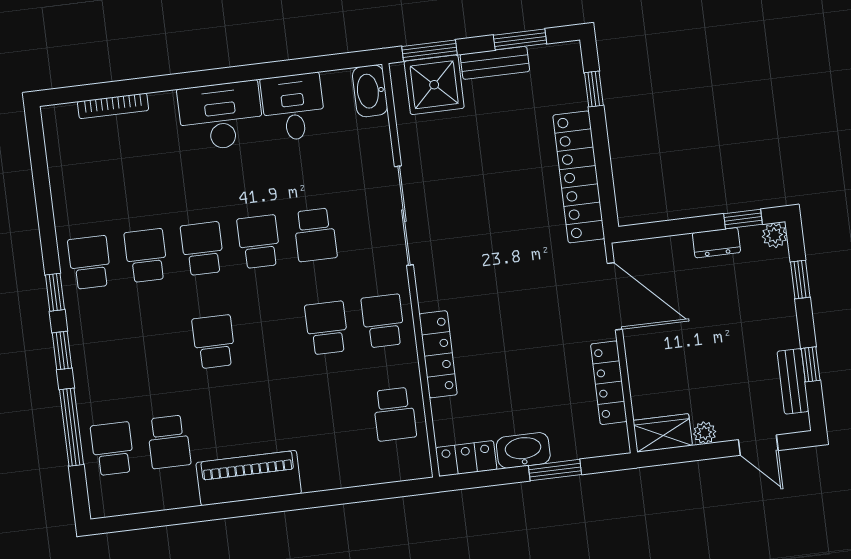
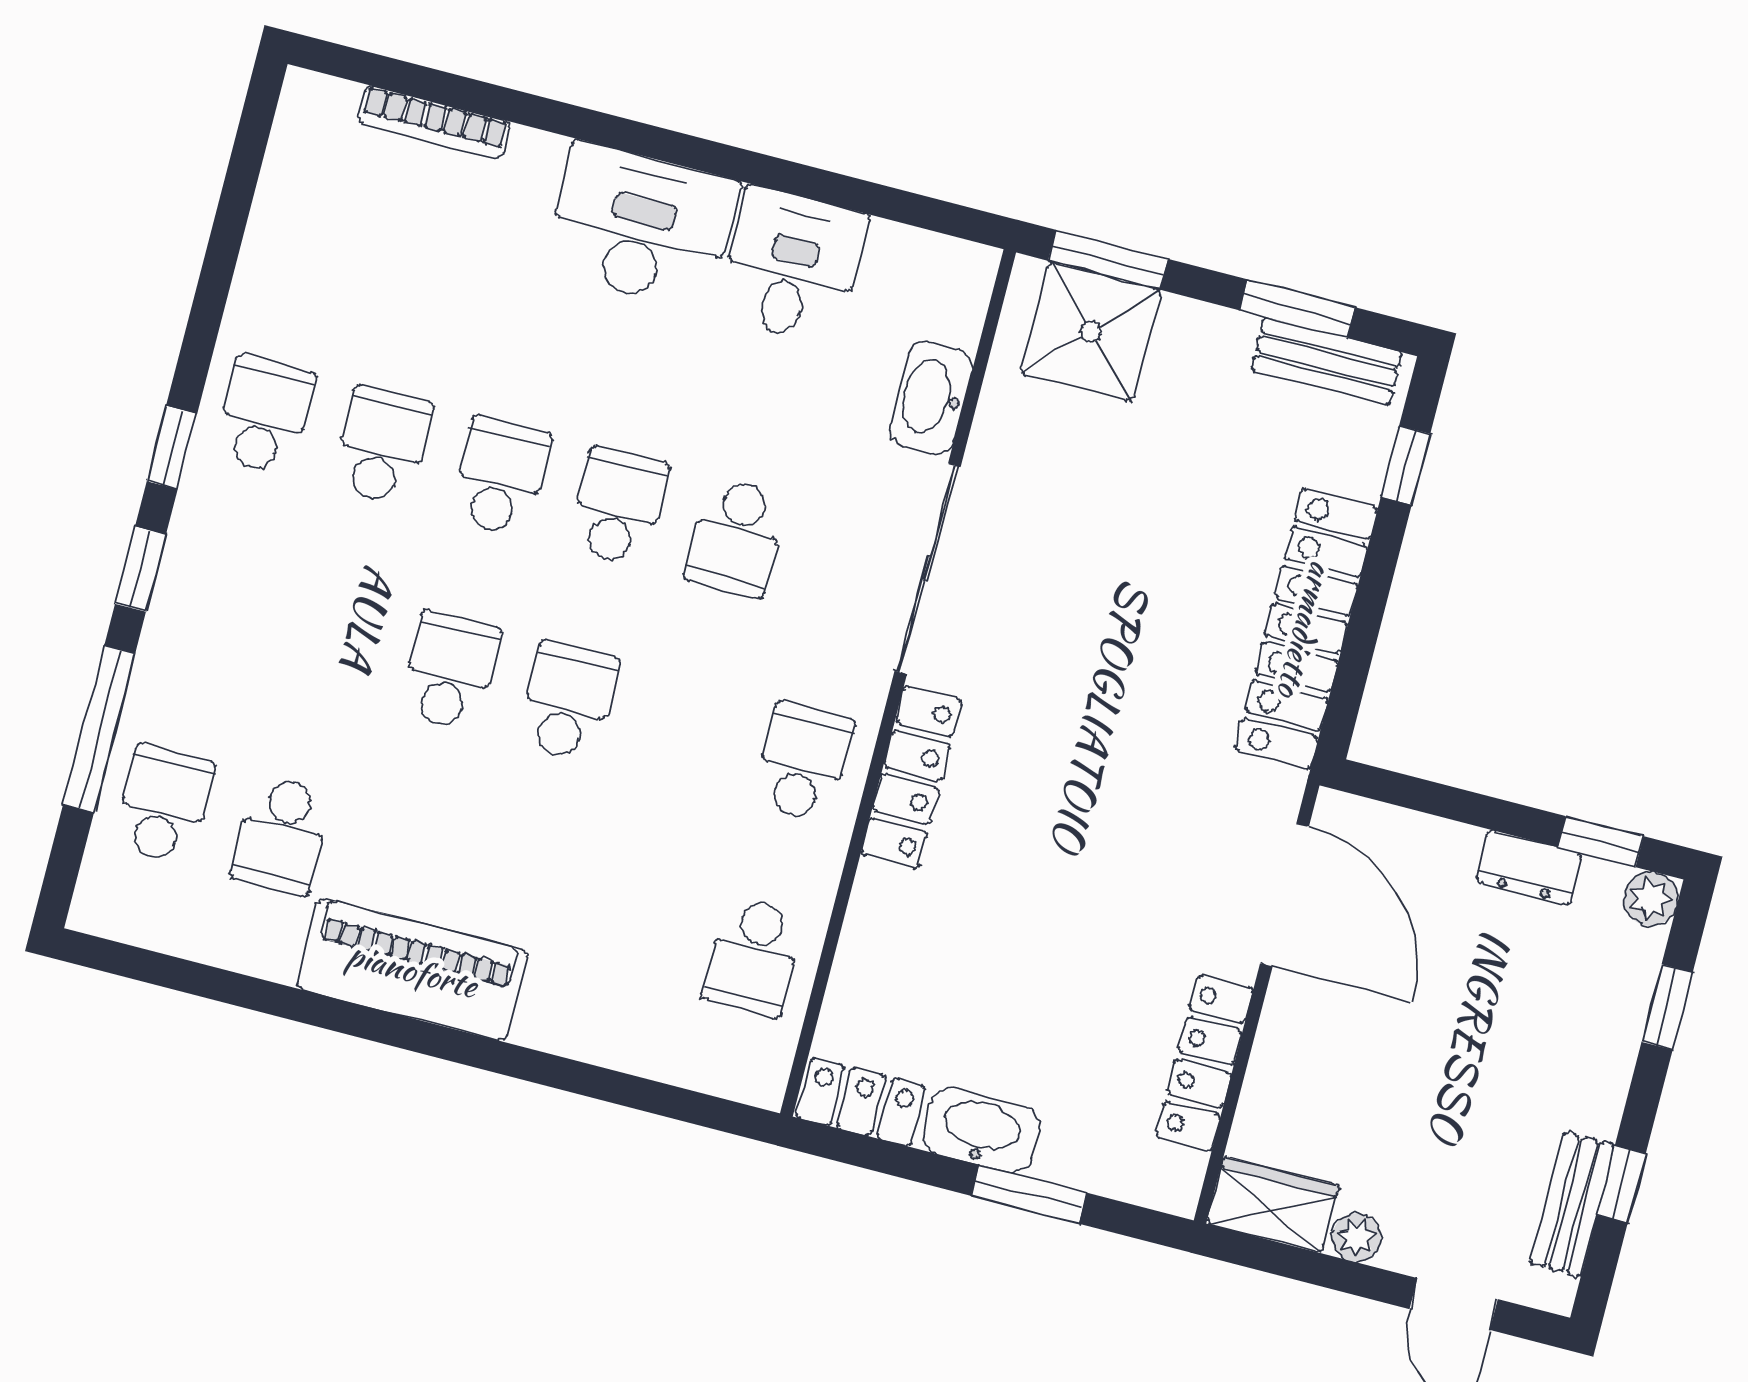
bench: (495, 63) -> (1327, 361), moved
washbasin: (370, 91) -> (931, 397), moved
school desk: (327, 328) -> (568, 701), moved
locker: (438, 354) -> (911, 777), moved

